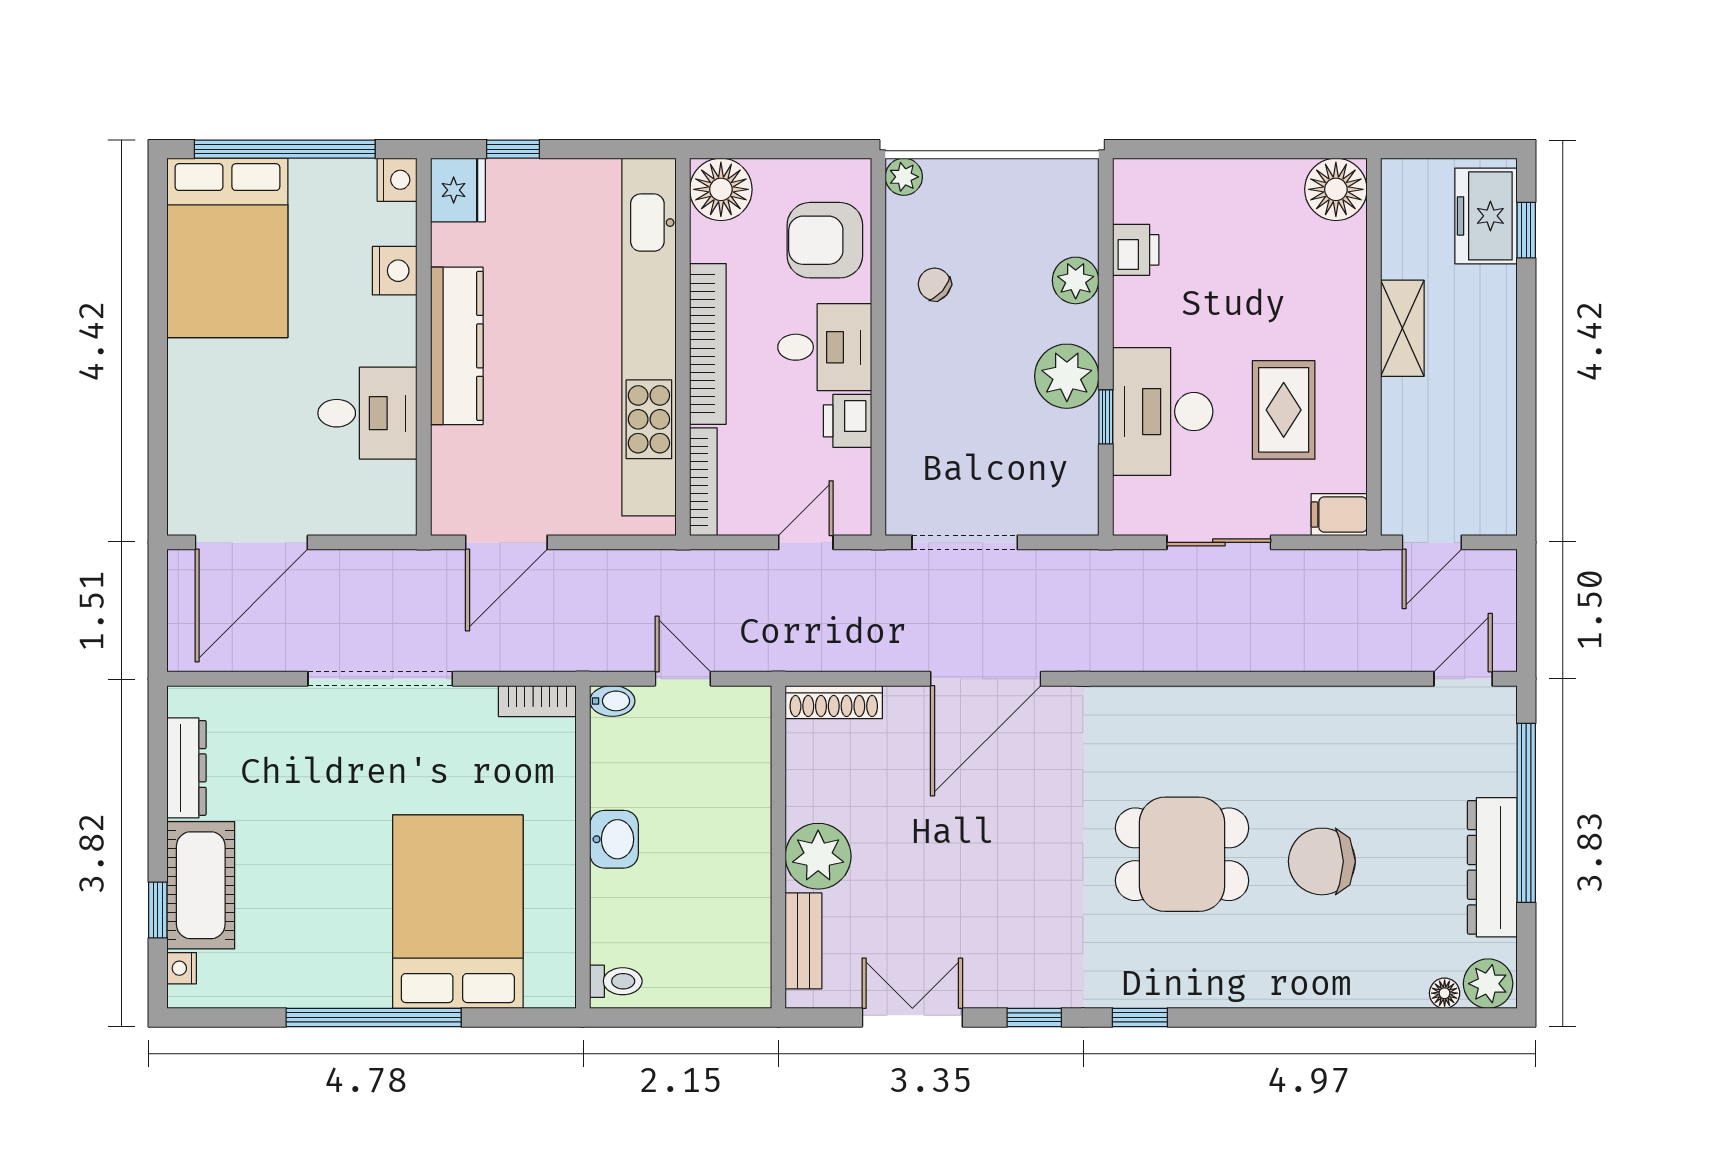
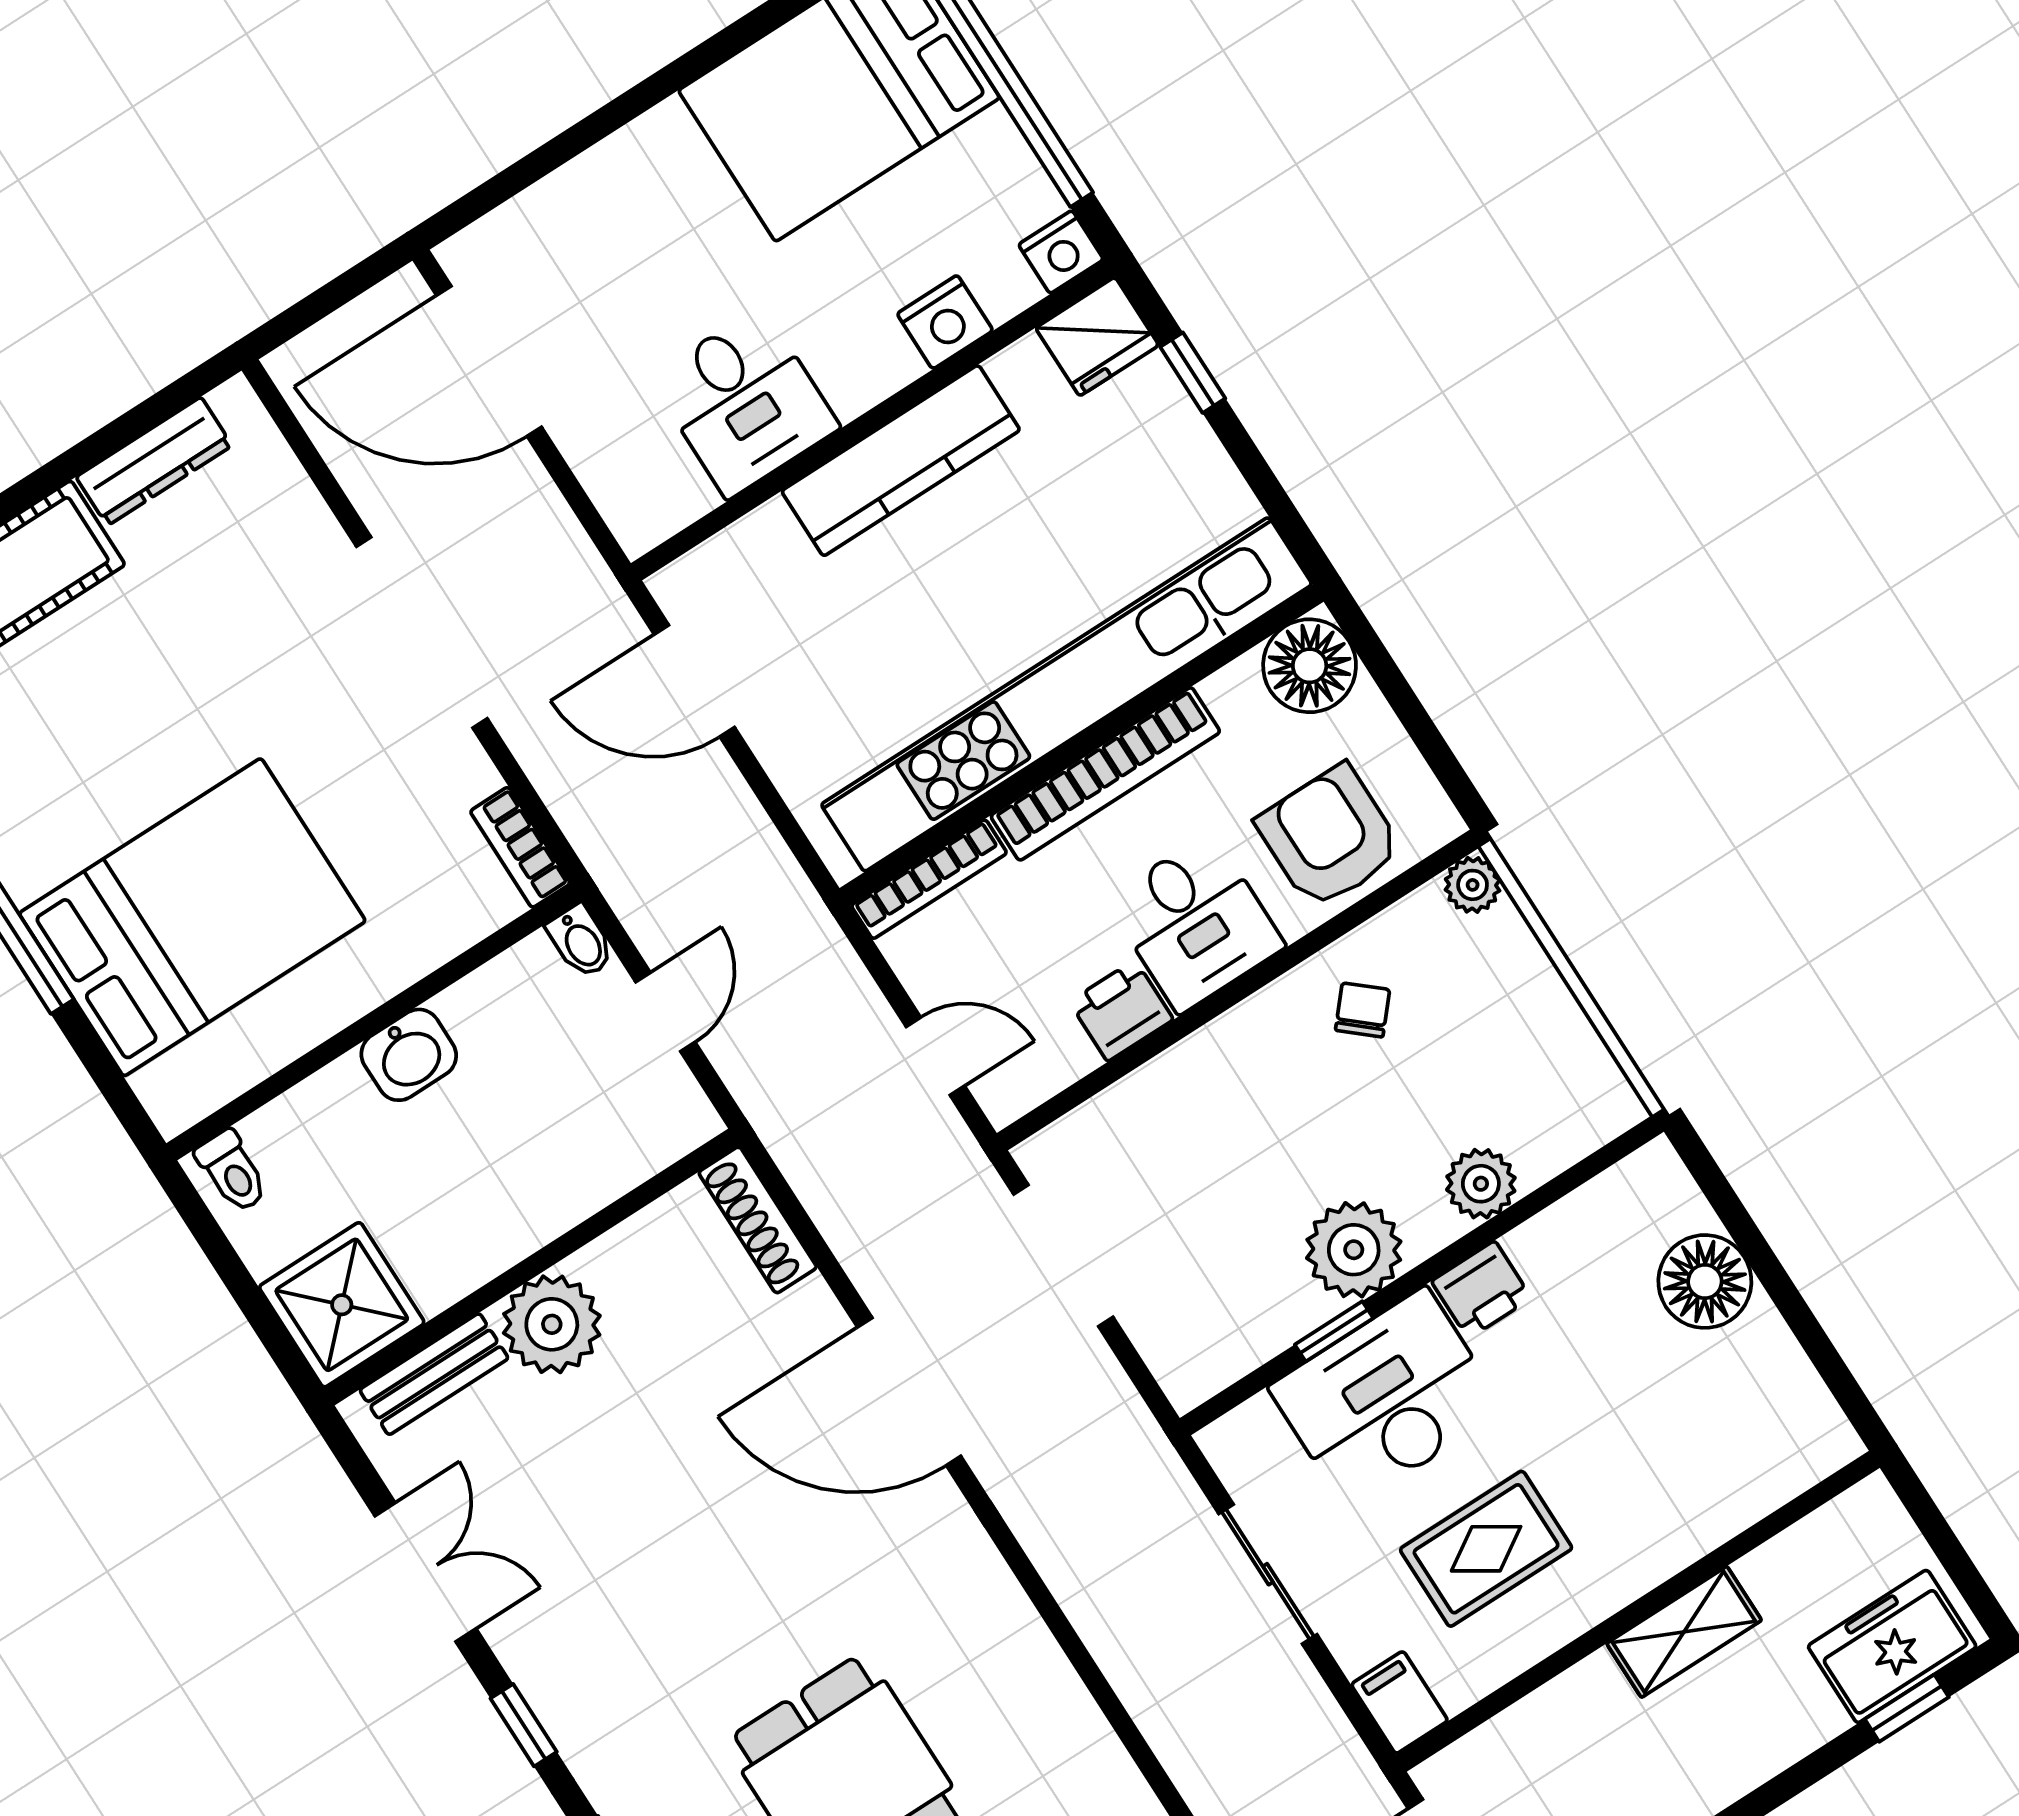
floor lamp: (1336, 189) -> (1705, 1281), moved
printer: (1136, 250) -> (1481, 1290), moved
shower: (731, 968) -> (342, 1305), added

